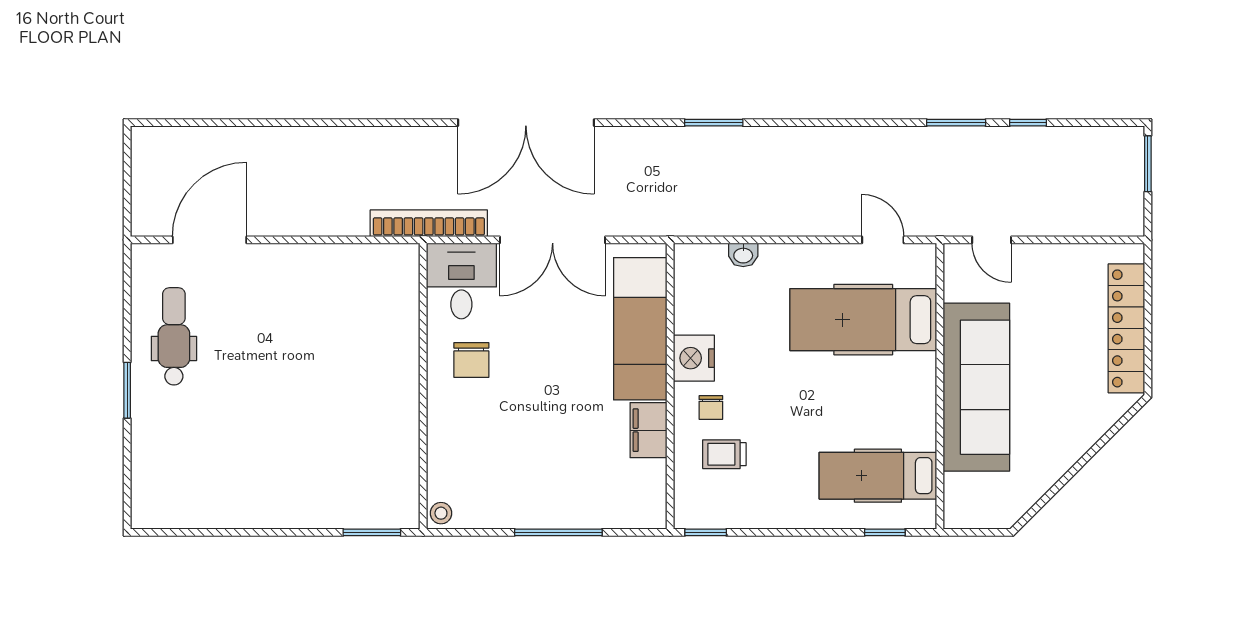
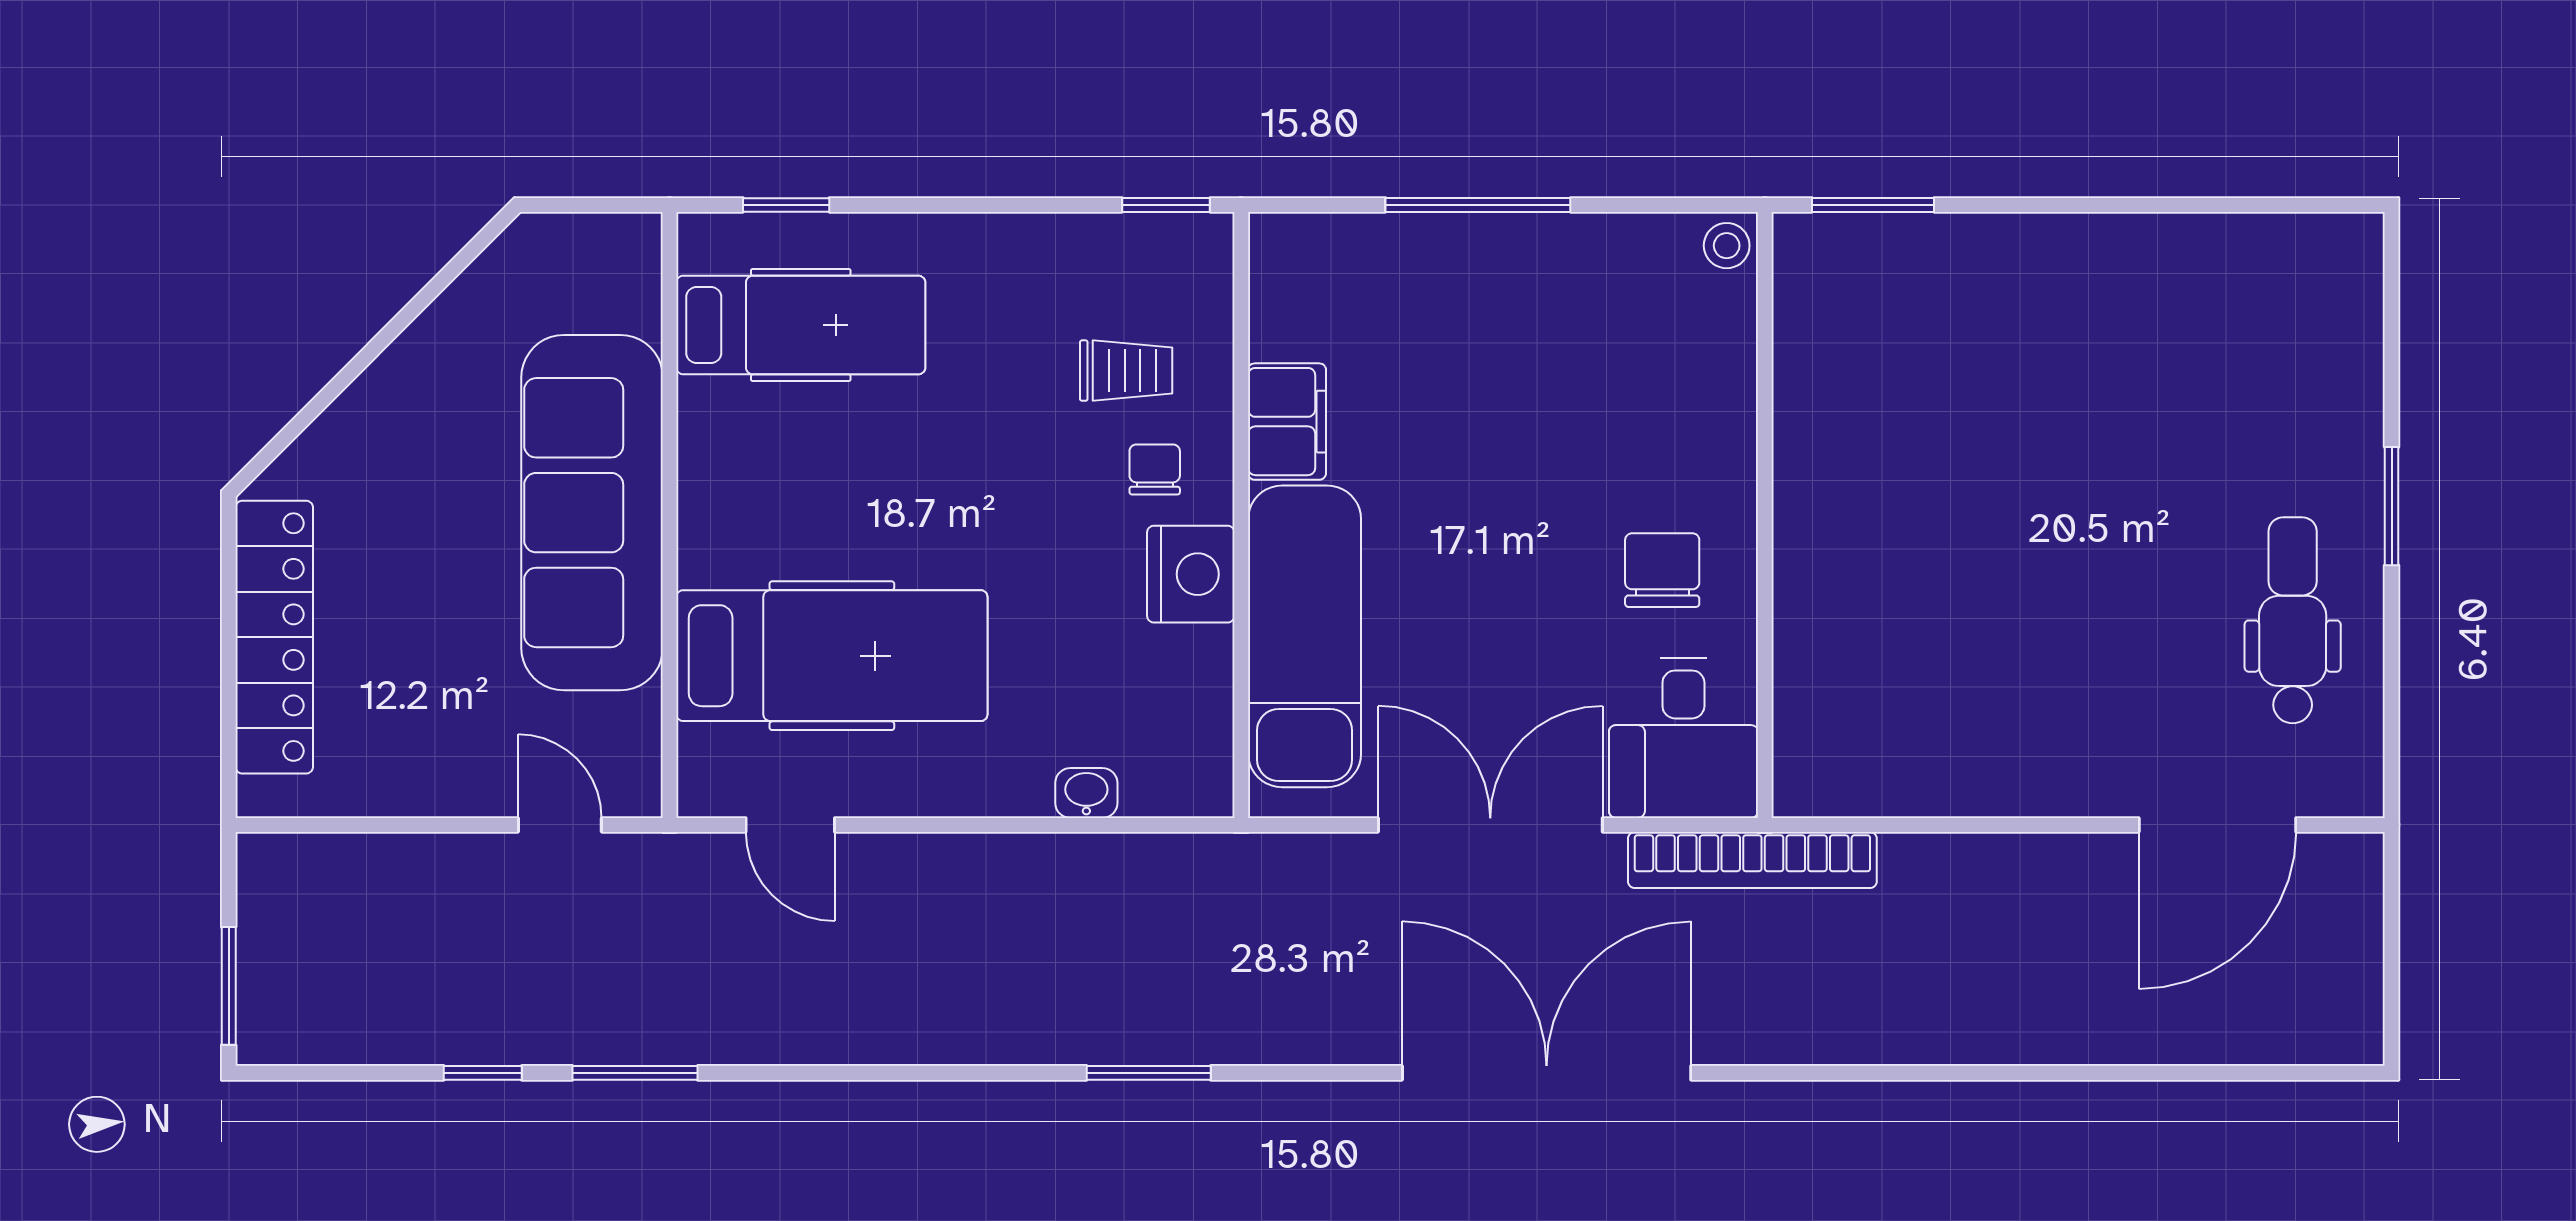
dental chair: (174, 336) -> (2293, 620), turned 180

